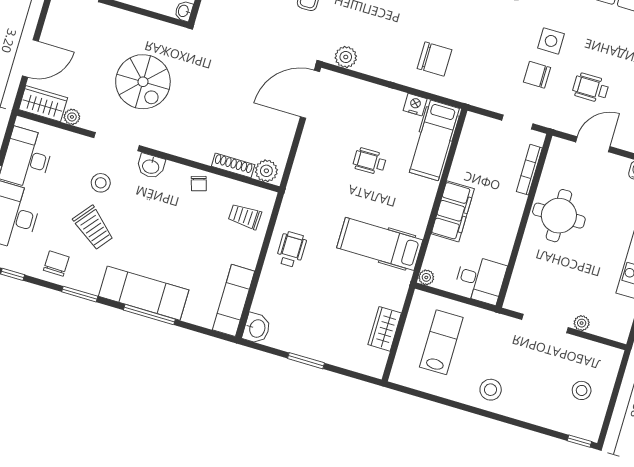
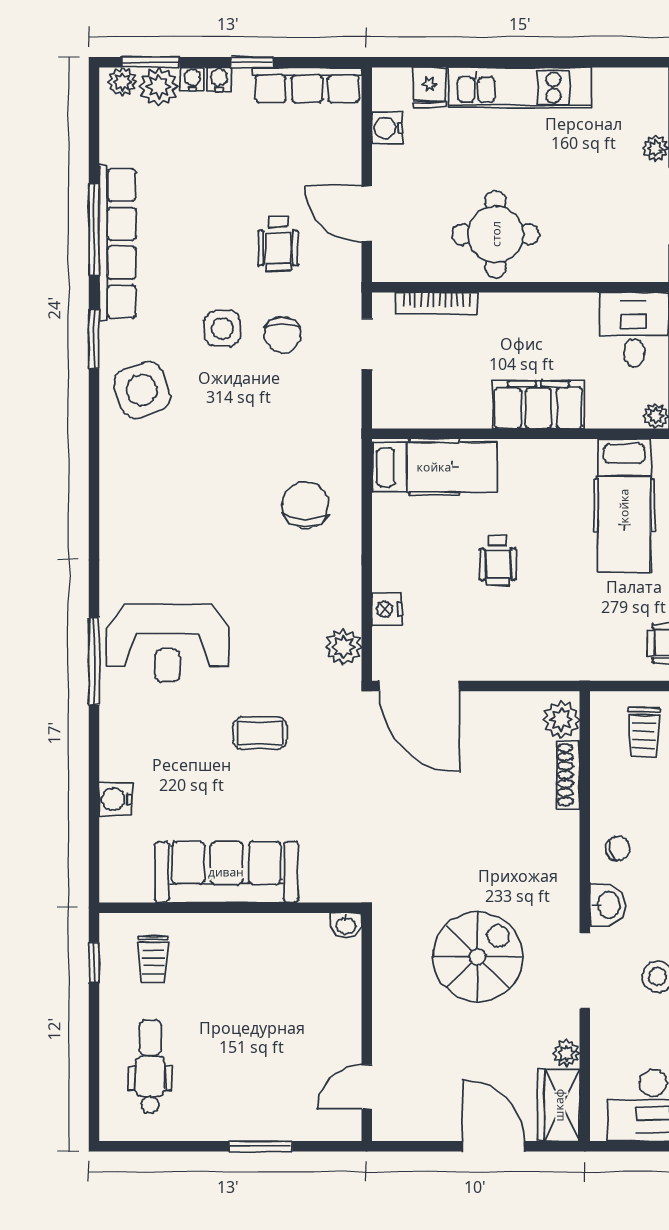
nightstand: (415, 105) -> (387, 609), moved
chair: (199, 184) -> (618, 849), moved

